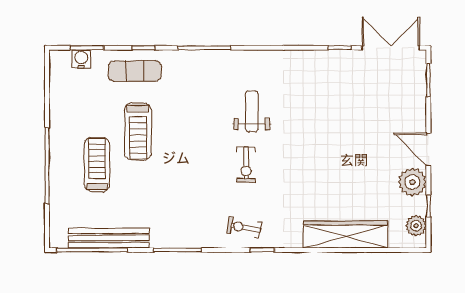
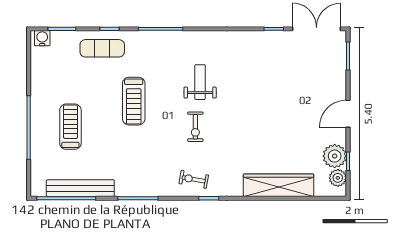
water cooler: (81, 59) -> (42, 38), moved
treadmill: (138, 132) -> (134, 101), moved
door: (428, 149) -> (348, 114), hinge flipped
plant: (412, 182) -> (335, 156), moved

